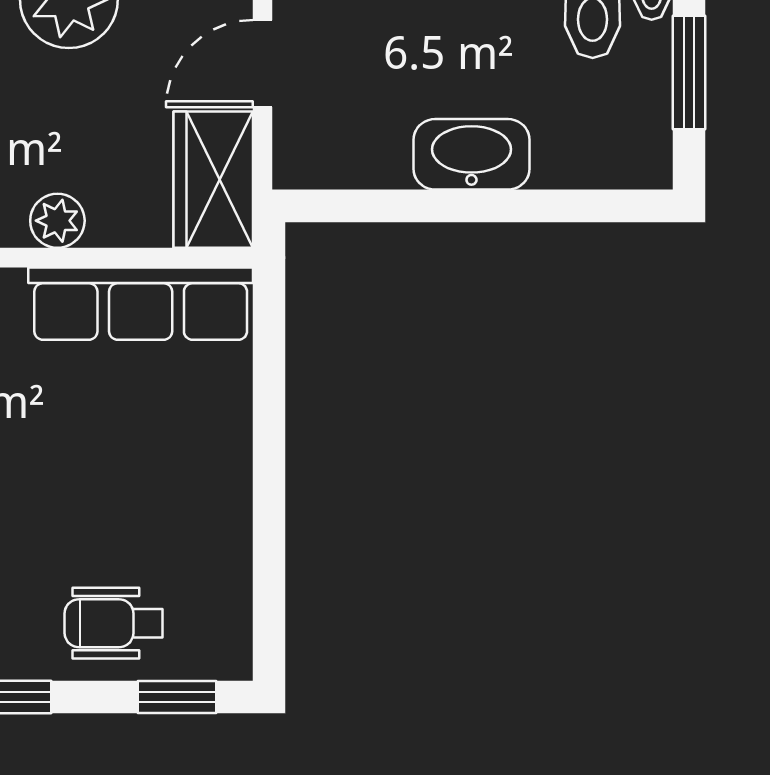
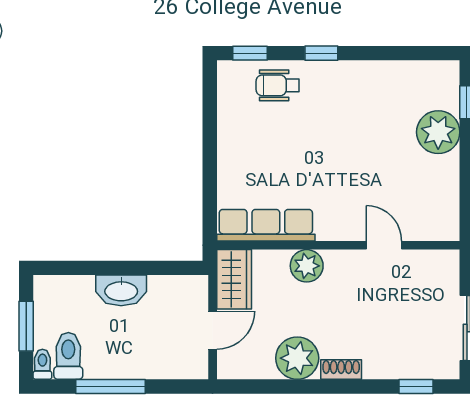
plant: (57, 221) -> (307, 266), width x1.38, depth x1.38
wheelchair: (114, 623) -> (278, 85), turned 180

